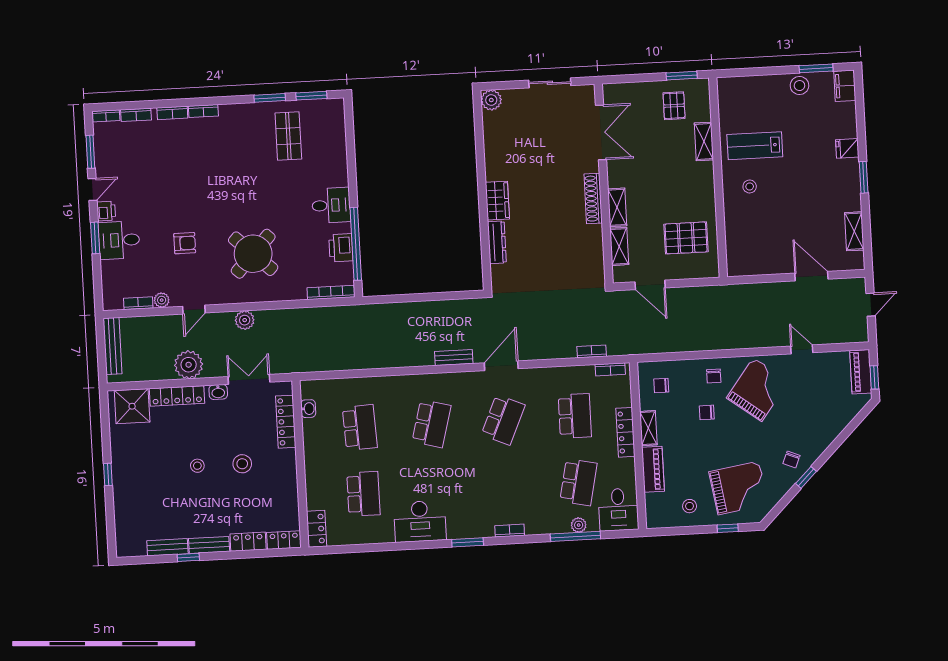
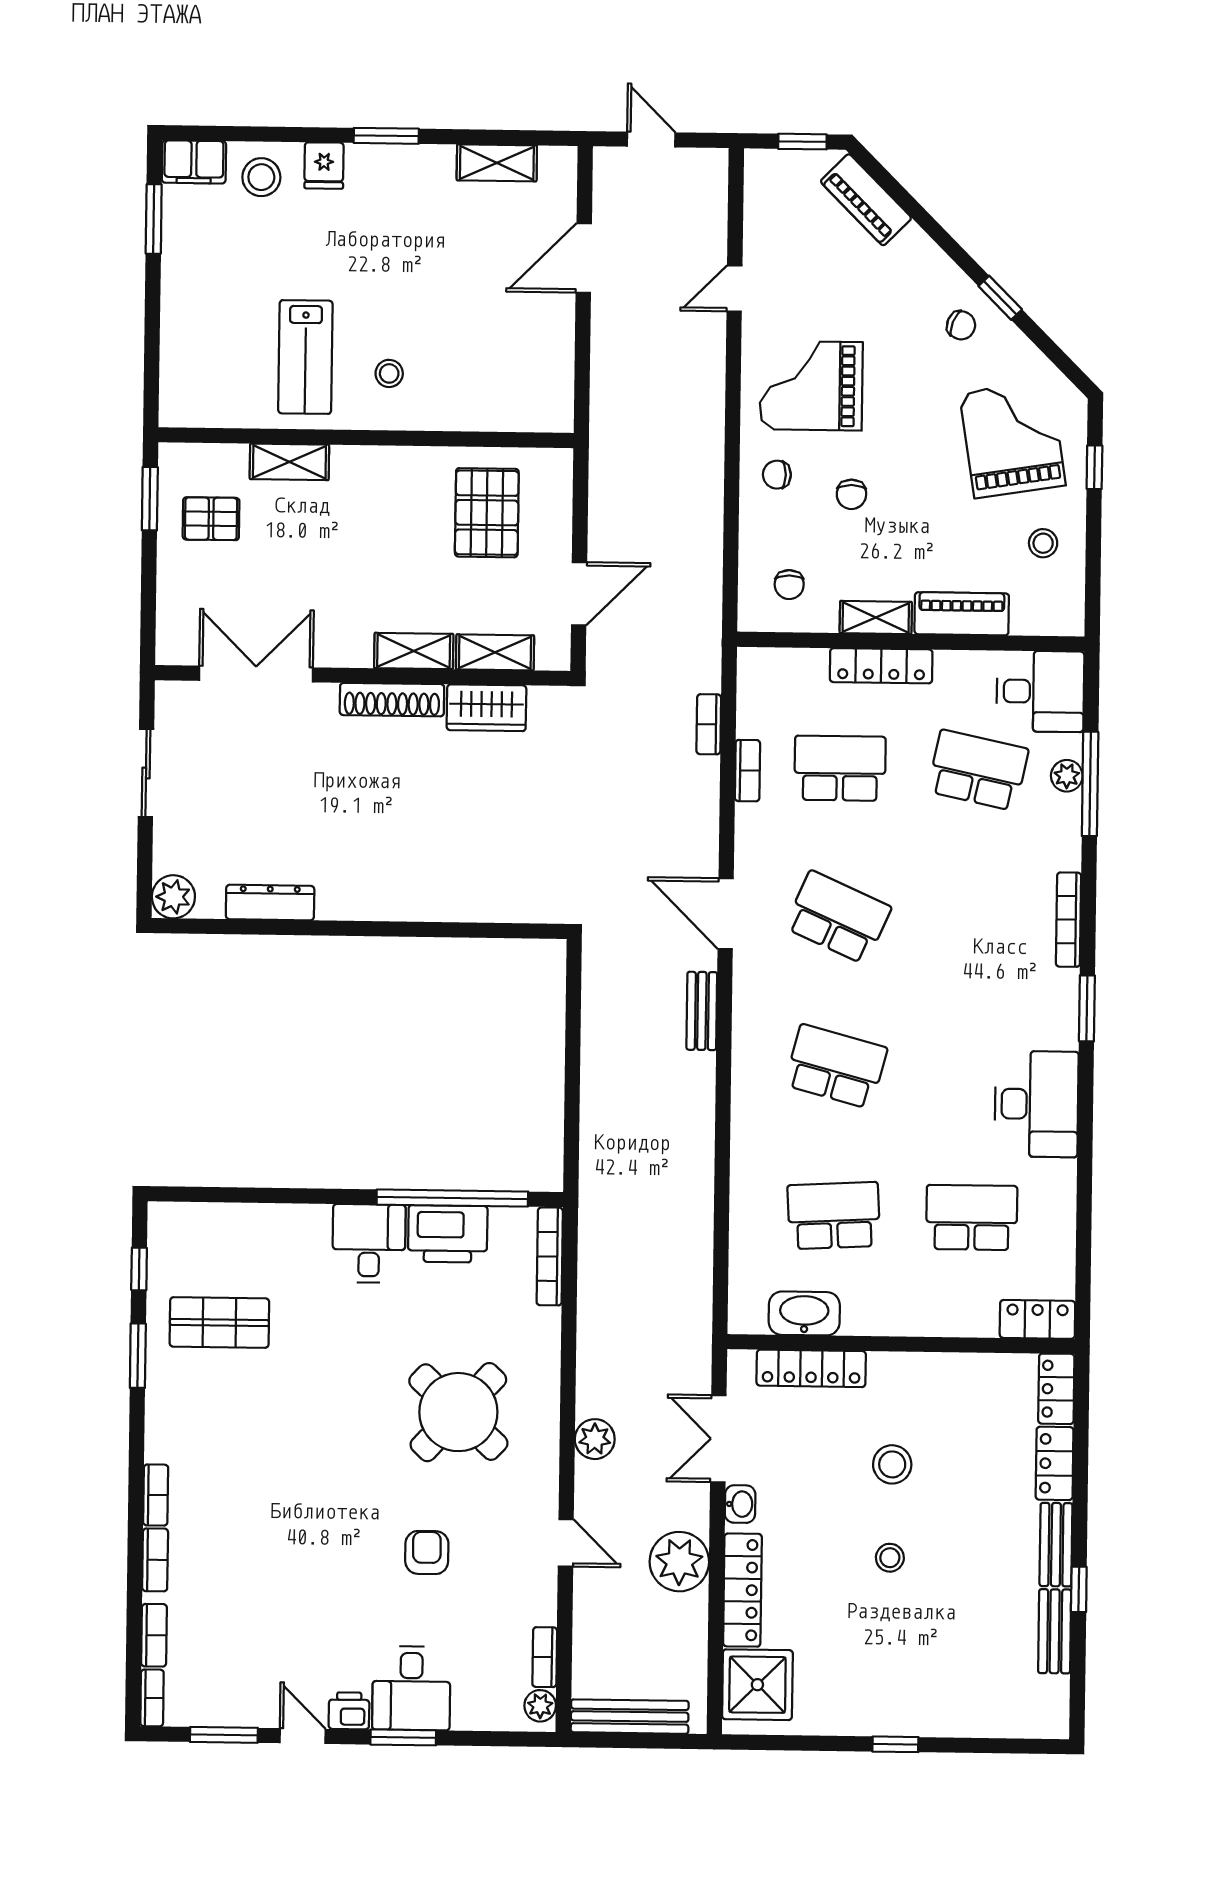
stool: (799, 86) -> (261, 177), moved
window: (311, 96) -> (139, 1269), width x0.67
wardrobe: (497, 201) -> (486, 708), moved, turned 180
dresser: (497, 242) -> (270, 903), moved
printer: (341, 248) -> (448, 1234), width x1.37, depth x1.19
plant: (162, 300) -> (540, 1706), moved
bookcase: (610, 369) -> (747, 771), moved
piano: (861, 372) -> (866, 200), moved, turned 45
chair: (714, 376) -> (777, 475), turned 180
grand piano: (758, 390) -> (811, 386), turned -37
washbasin: (308, 409) -> (804, 1313), width x1.91, depth x1.45
bookcase: (510, 531) -> (1069, 920), width x1.56

